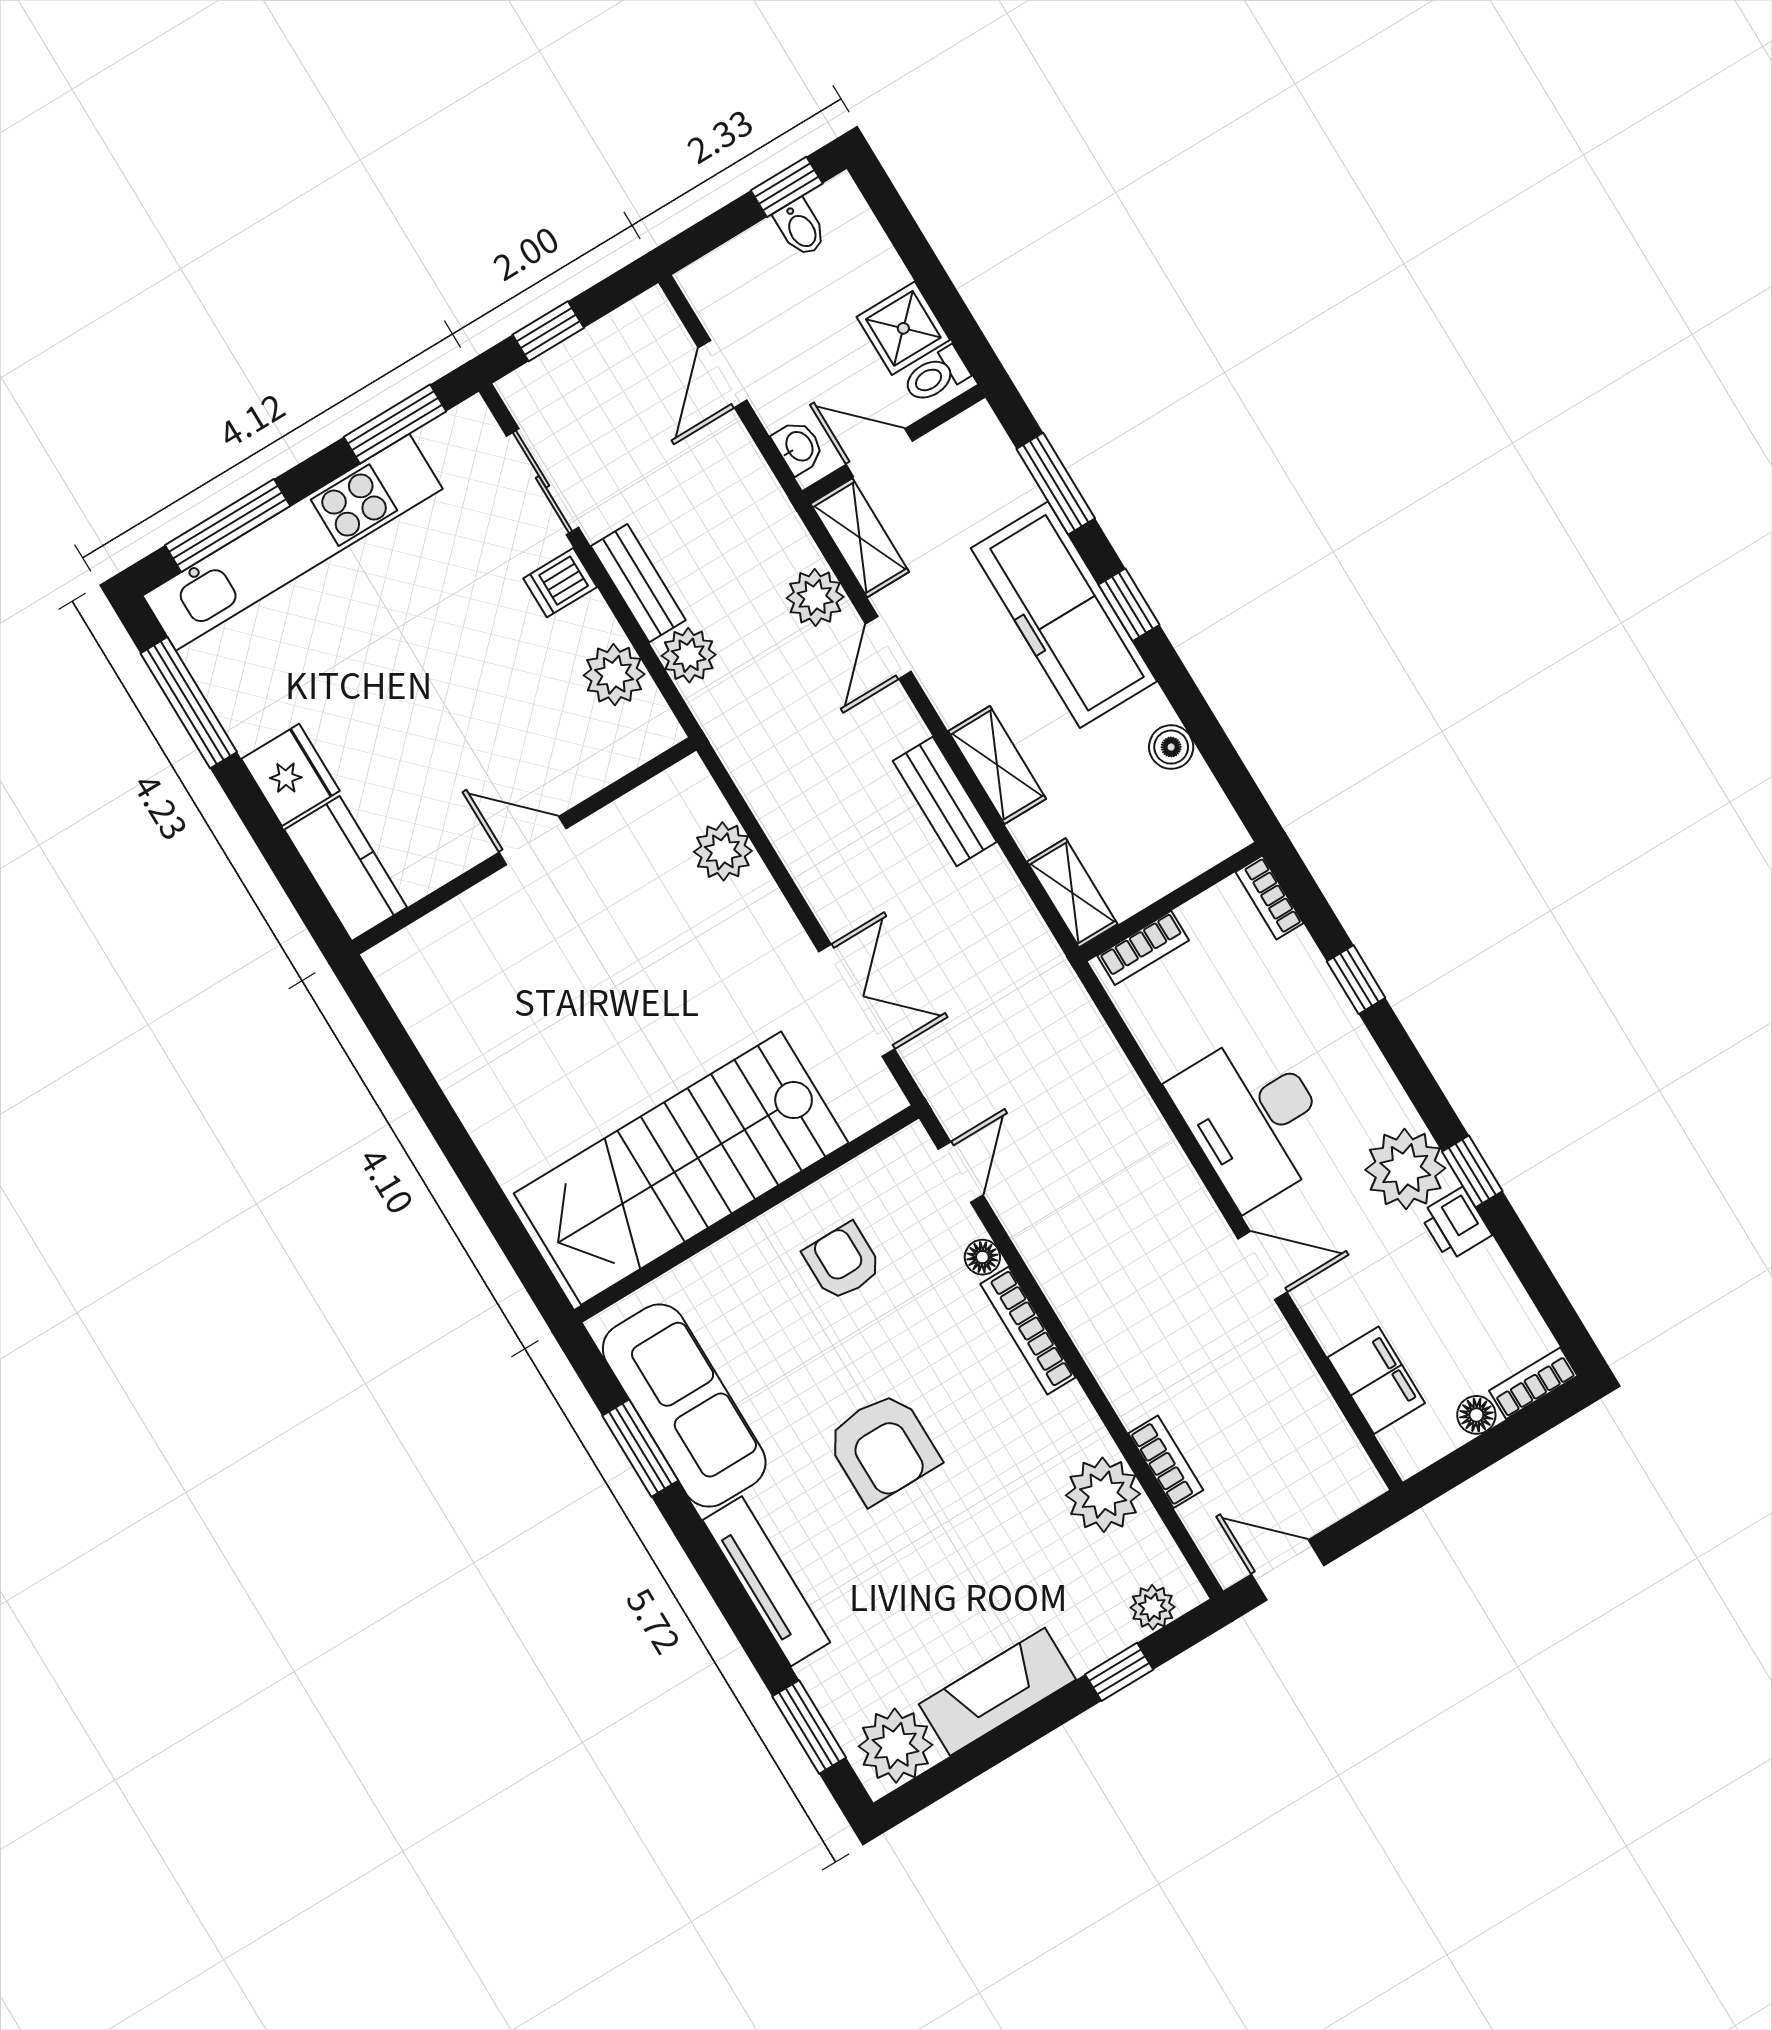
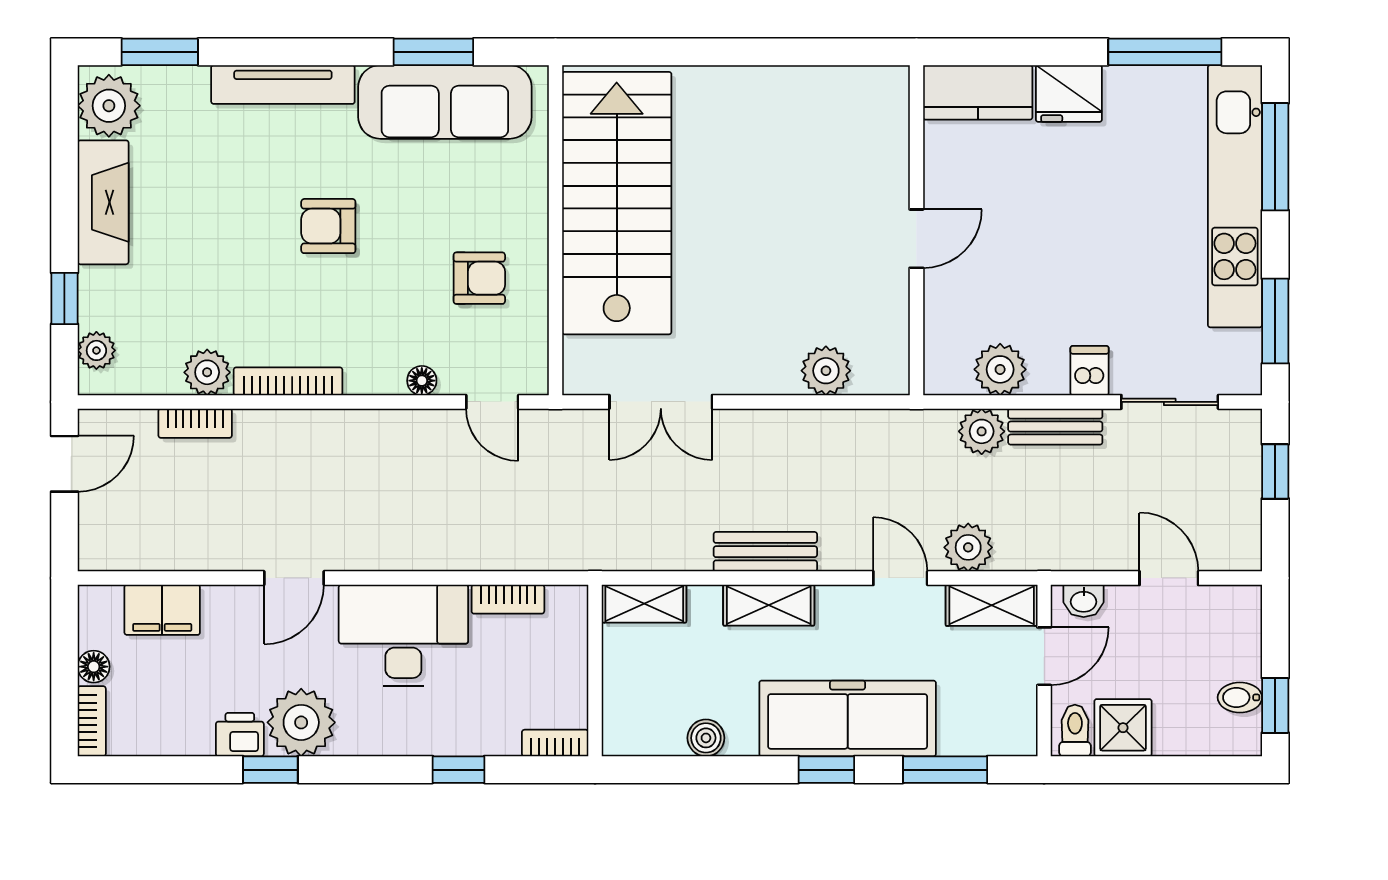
bookcase: (1143, 948) -> (508, 599), moved, turned -90
bookcase: (1028, 1331) -> (288, 381), moved
armchair: (883, 1448) -> (328, 226), width x0.72, depth x0.72
plant: (1103, 1495) -> (207, 372), width x0.73, depth x0.73

